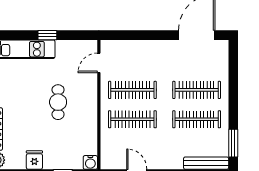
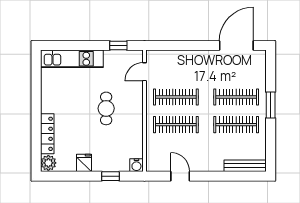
window: (47, 35) -> (118, 46), moved
window: (233, 143) -> (271, 105), moved

